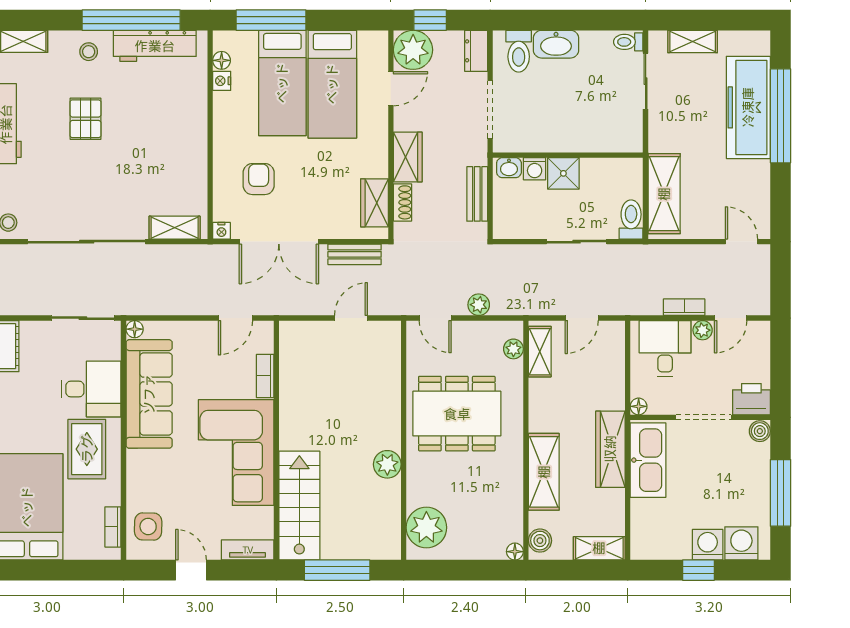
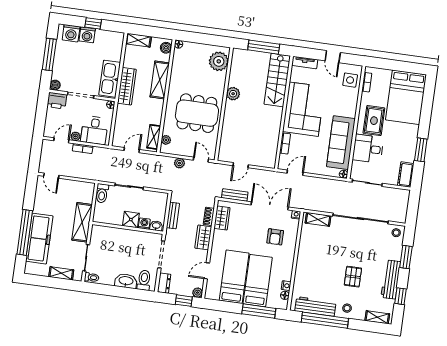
plant: (413, 50) -> (198, 293), width x0.53, depth x0.53
shelving: (664, 194) -> (82, 222), moved

